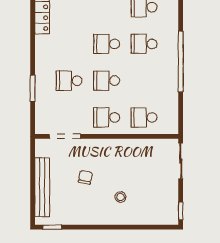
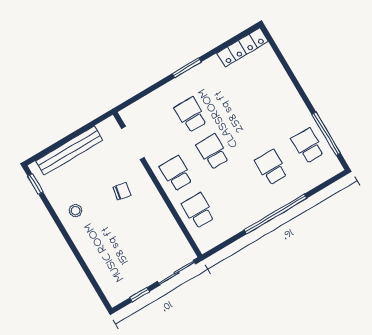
school desk: (107, 44) -> (249, 130), removed
window: (33, 88) -> (187, 68), moved
chair: (85, 177) -> (122, 191), moved
stool: (120, 197) -> (76, 211), moved
window: (181, 211) -> (140, 295), moved

